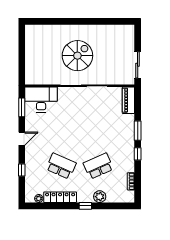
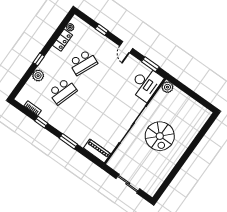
sliding door: (138, 65) -> (128, 184), moved
plant: (31, 79) -> (167, 87), added
window: (138, 154) -> (41, 122), moved
school desk: (98, 166) -> (63, 91), turned 42
locker: (60, 197) -> (63, 40), width x0.66

